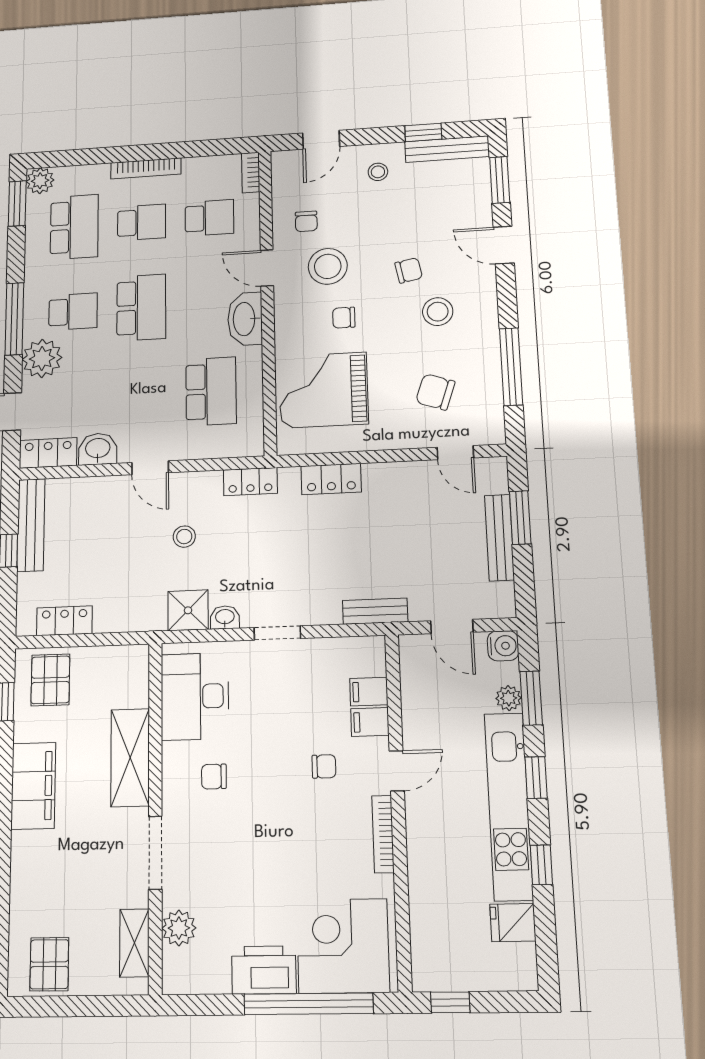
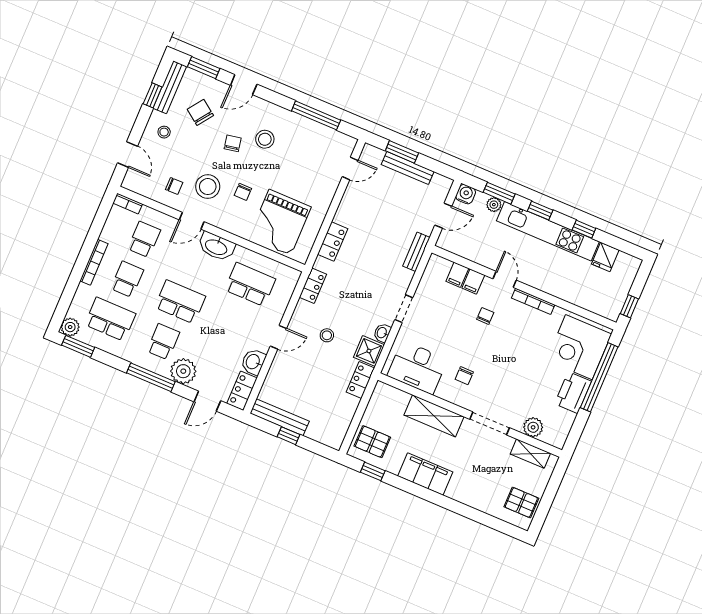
chair: (435, 392) -> (200, 112), moved, turned 107
locker: (64, 621) -> (360, 380), moved

